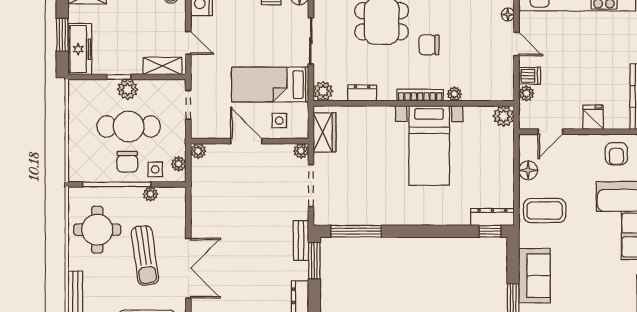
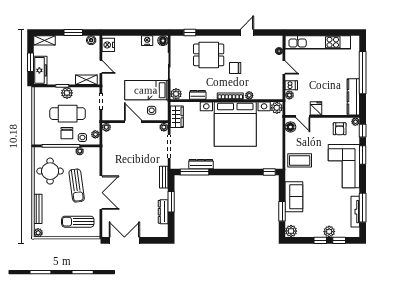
fridge: (593, 117) -> (316, 108), moved
door: (550, 132) -> (303, 116), hinge flipped
bed with nightstands: (429, 145) -> (235, 124), width x1.85
floor lamp: (528, 170) -> (290, 127), moved
dresser: (492, 217) -> (201, 164), moved
window: (314, 261) -> (171, 202), moved

